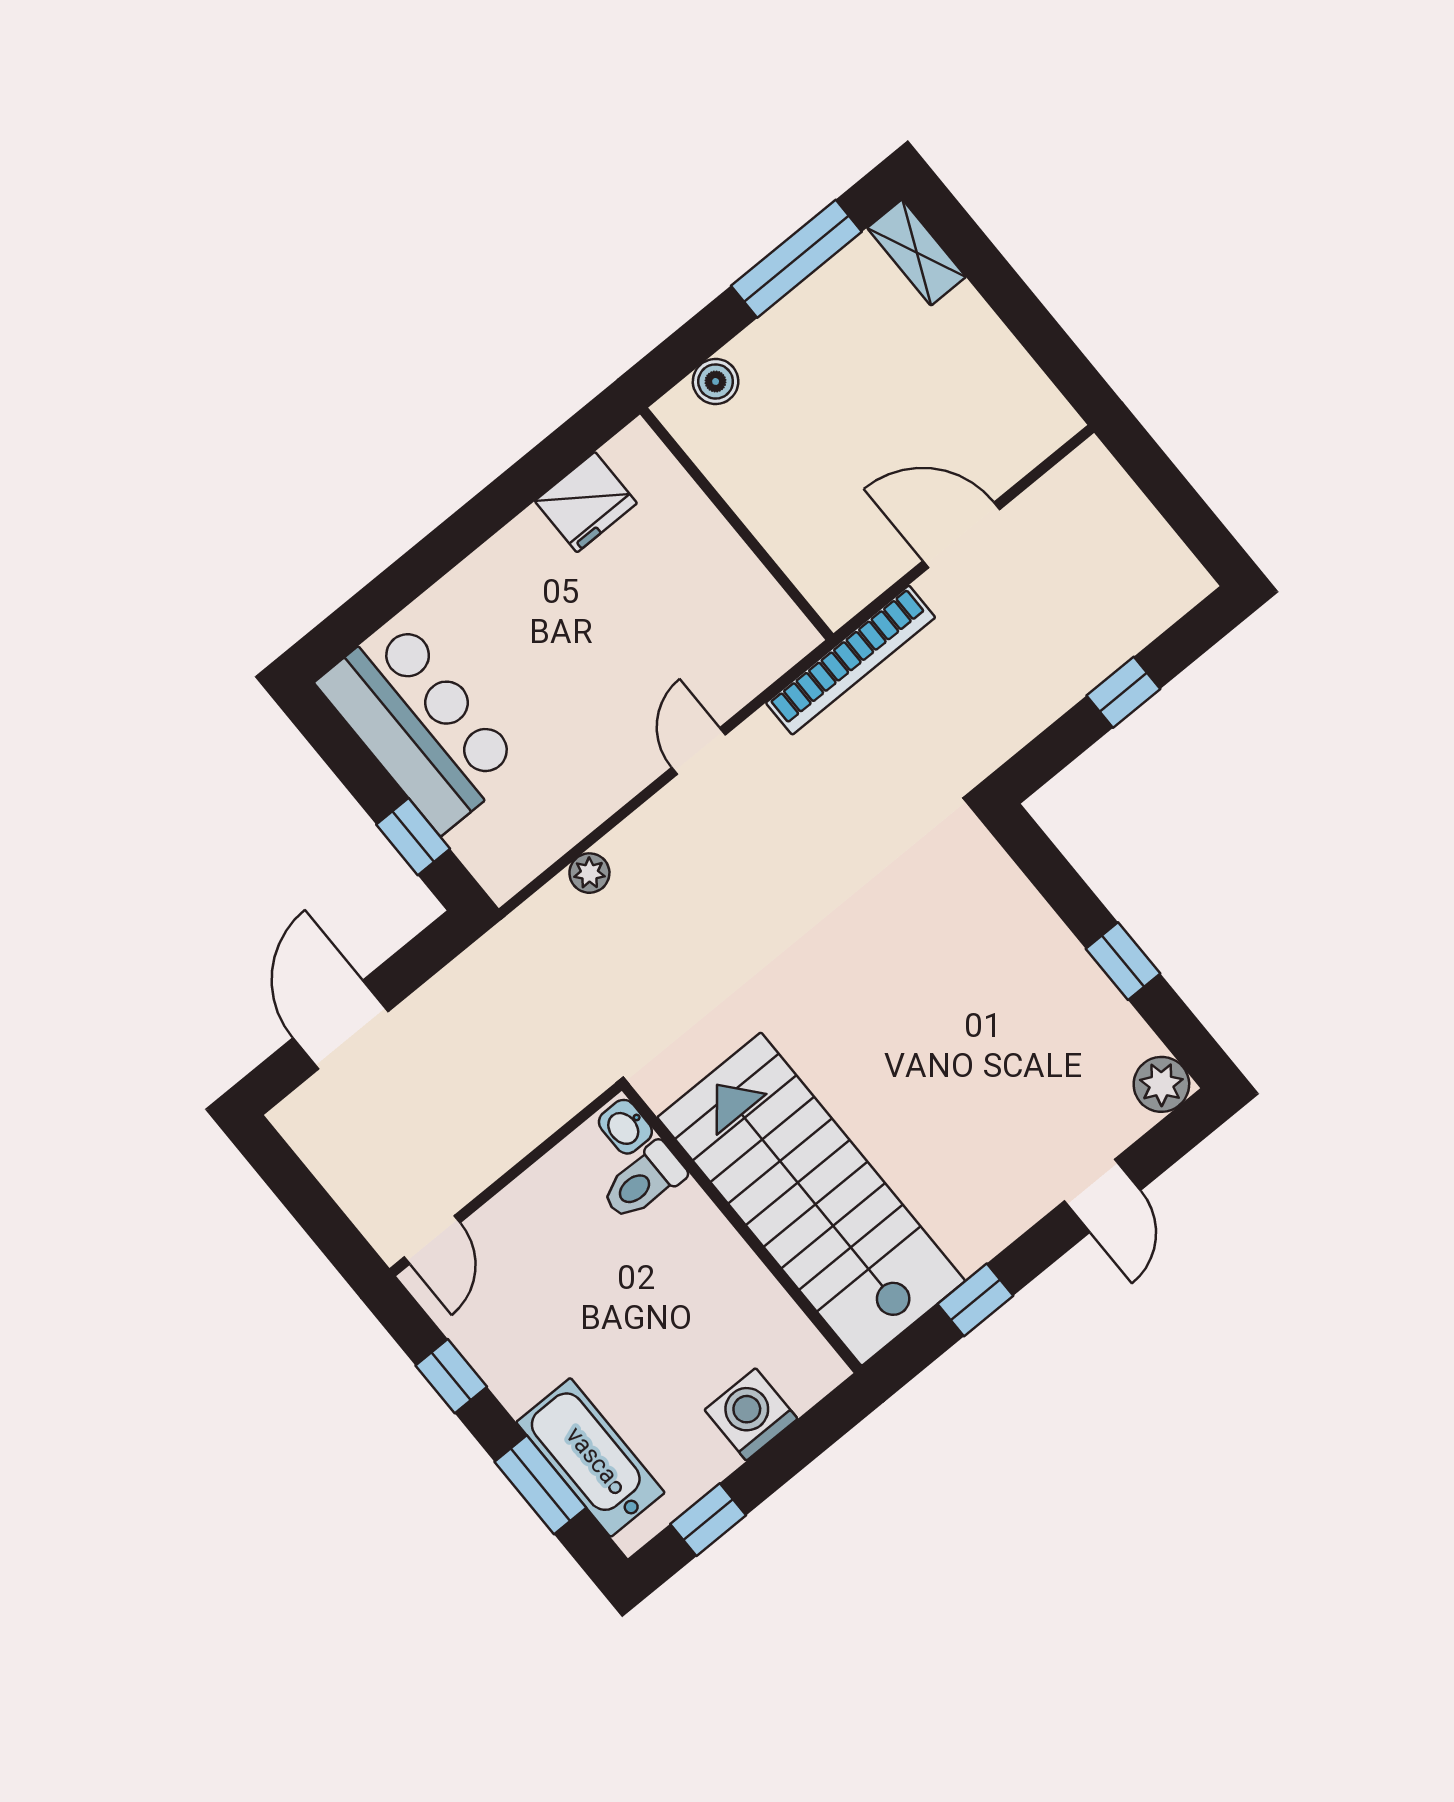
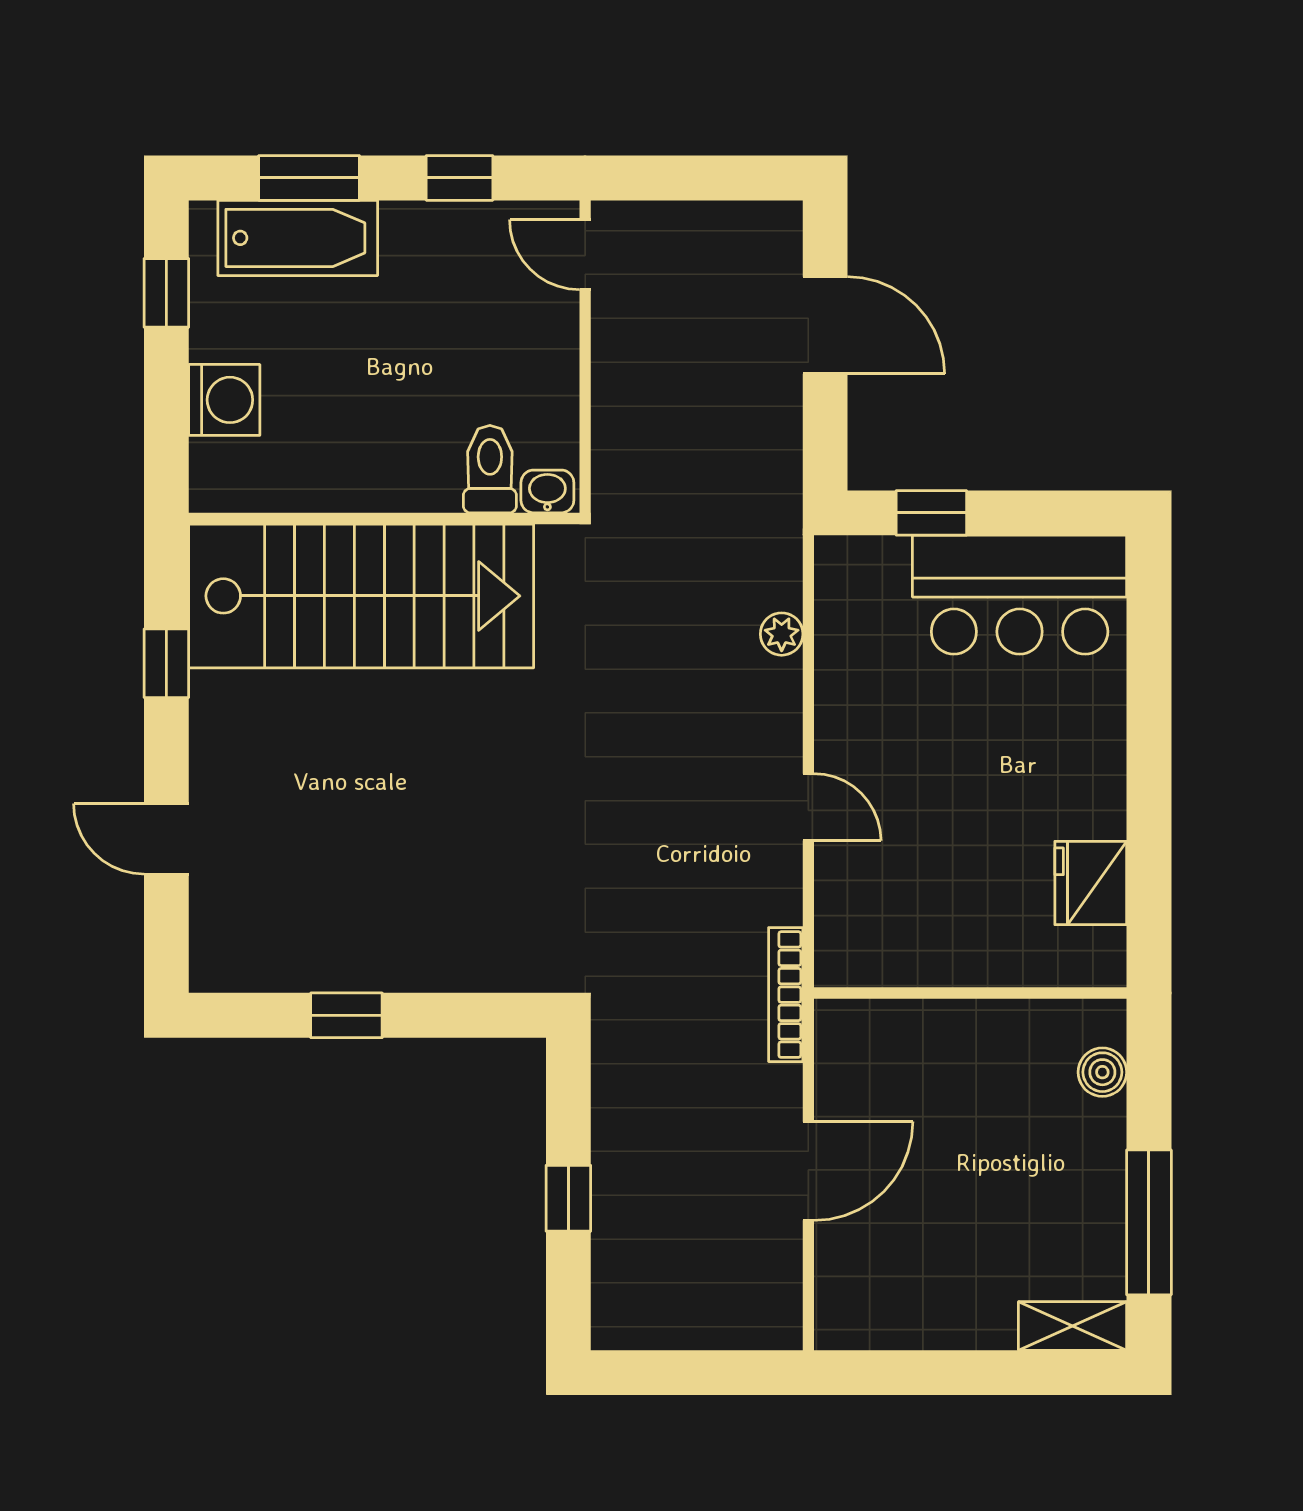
bookcase: (851, 660) -> (786, 995), width x0.68, depth x0.76
plant: (1161, 1084) -> (218, 963), removed

